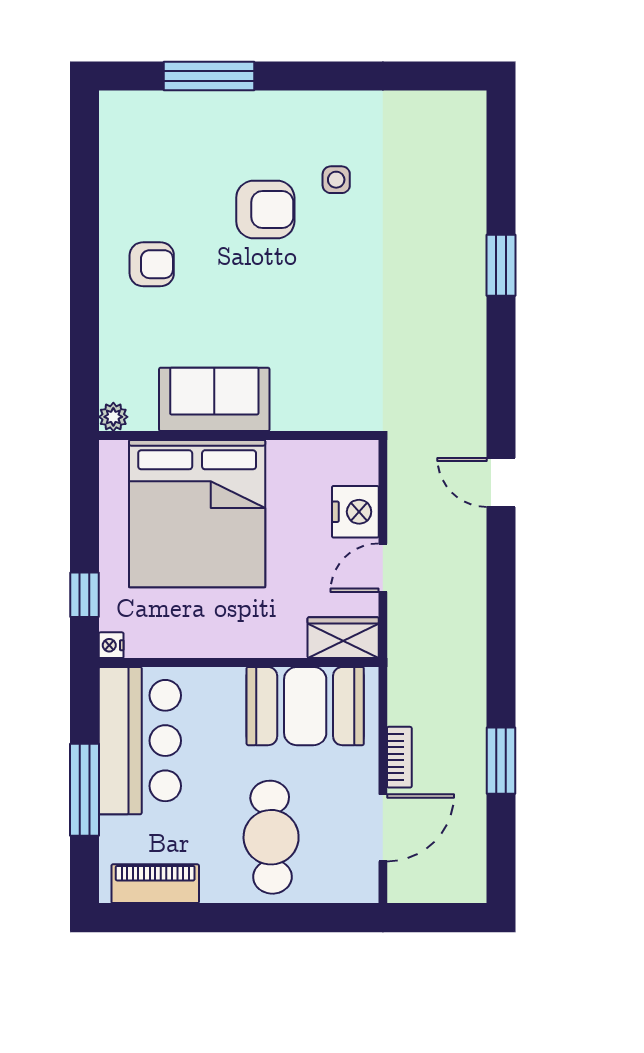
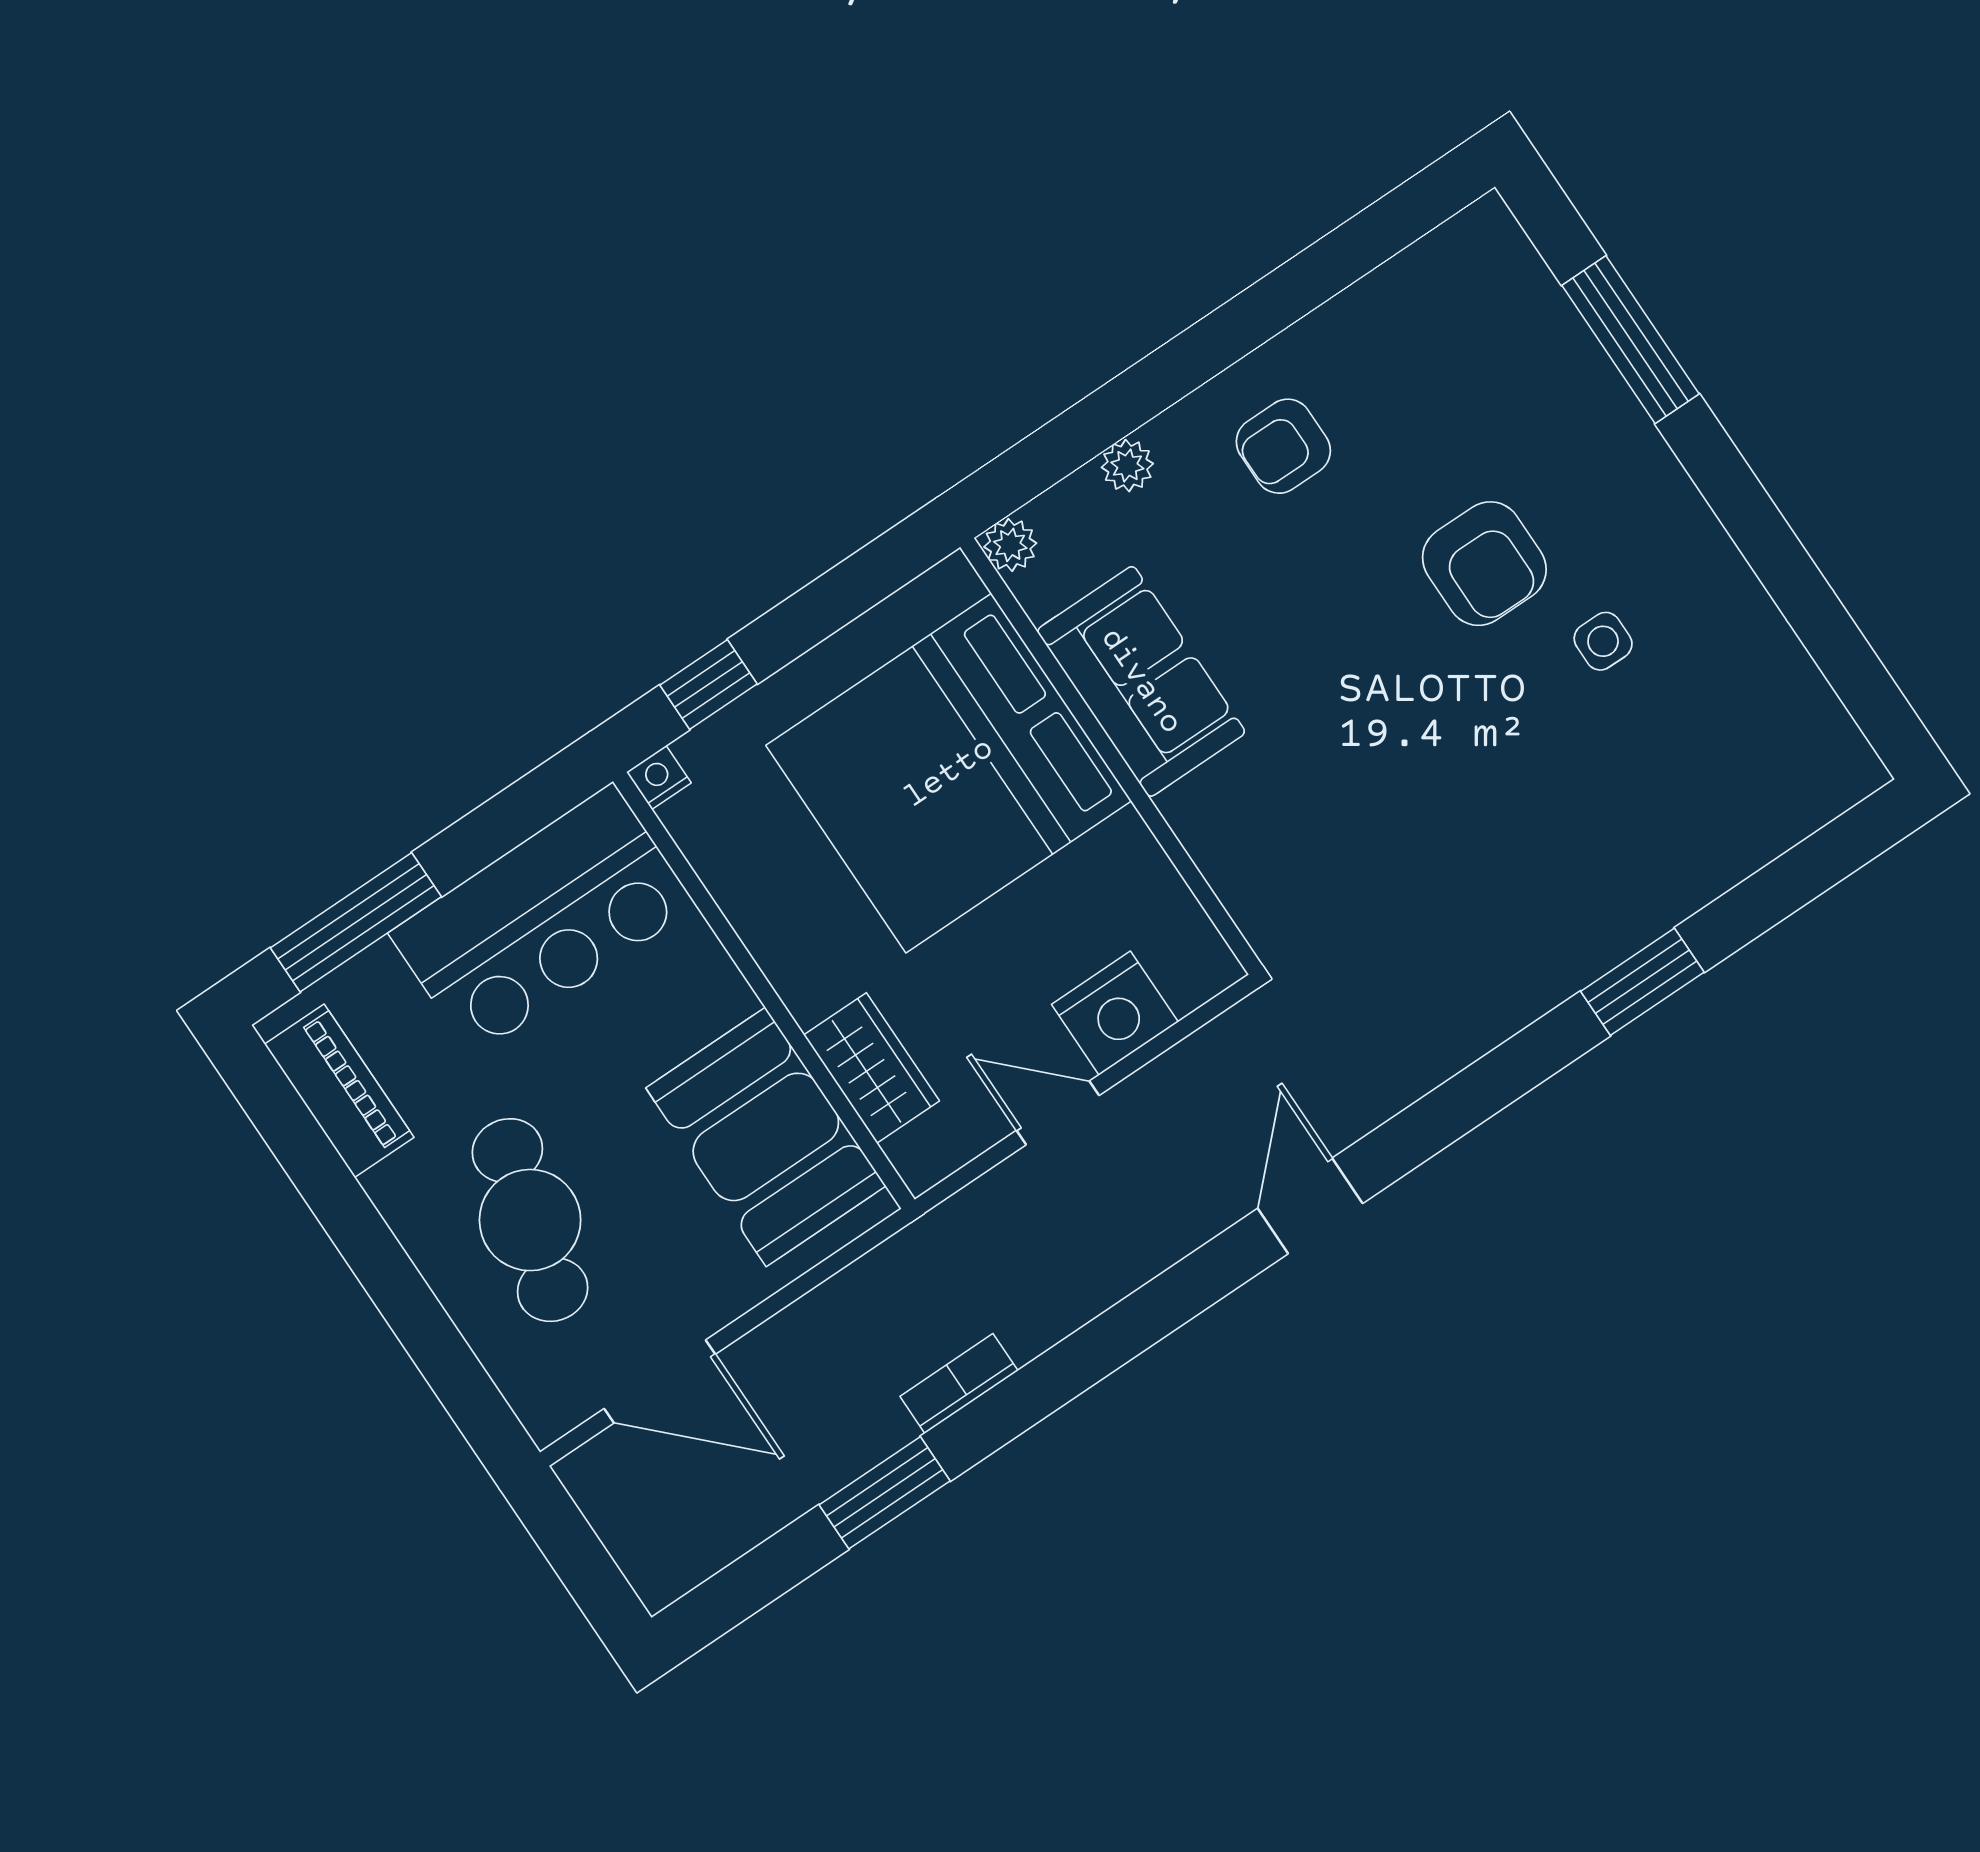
armchair: (152, 264) -> (1283, 446), turned 90
plant: (113, 340) -> (1127, 466), added
wardrobe: (343, 638) -> (872, 1068), moved
bookcase: (399, 757) -> (959, 1383), moved, turned 180
window: (85, 790) -> (356, 922), moved
cafe table: (271, 837) -> (530, 1220), turned -72

